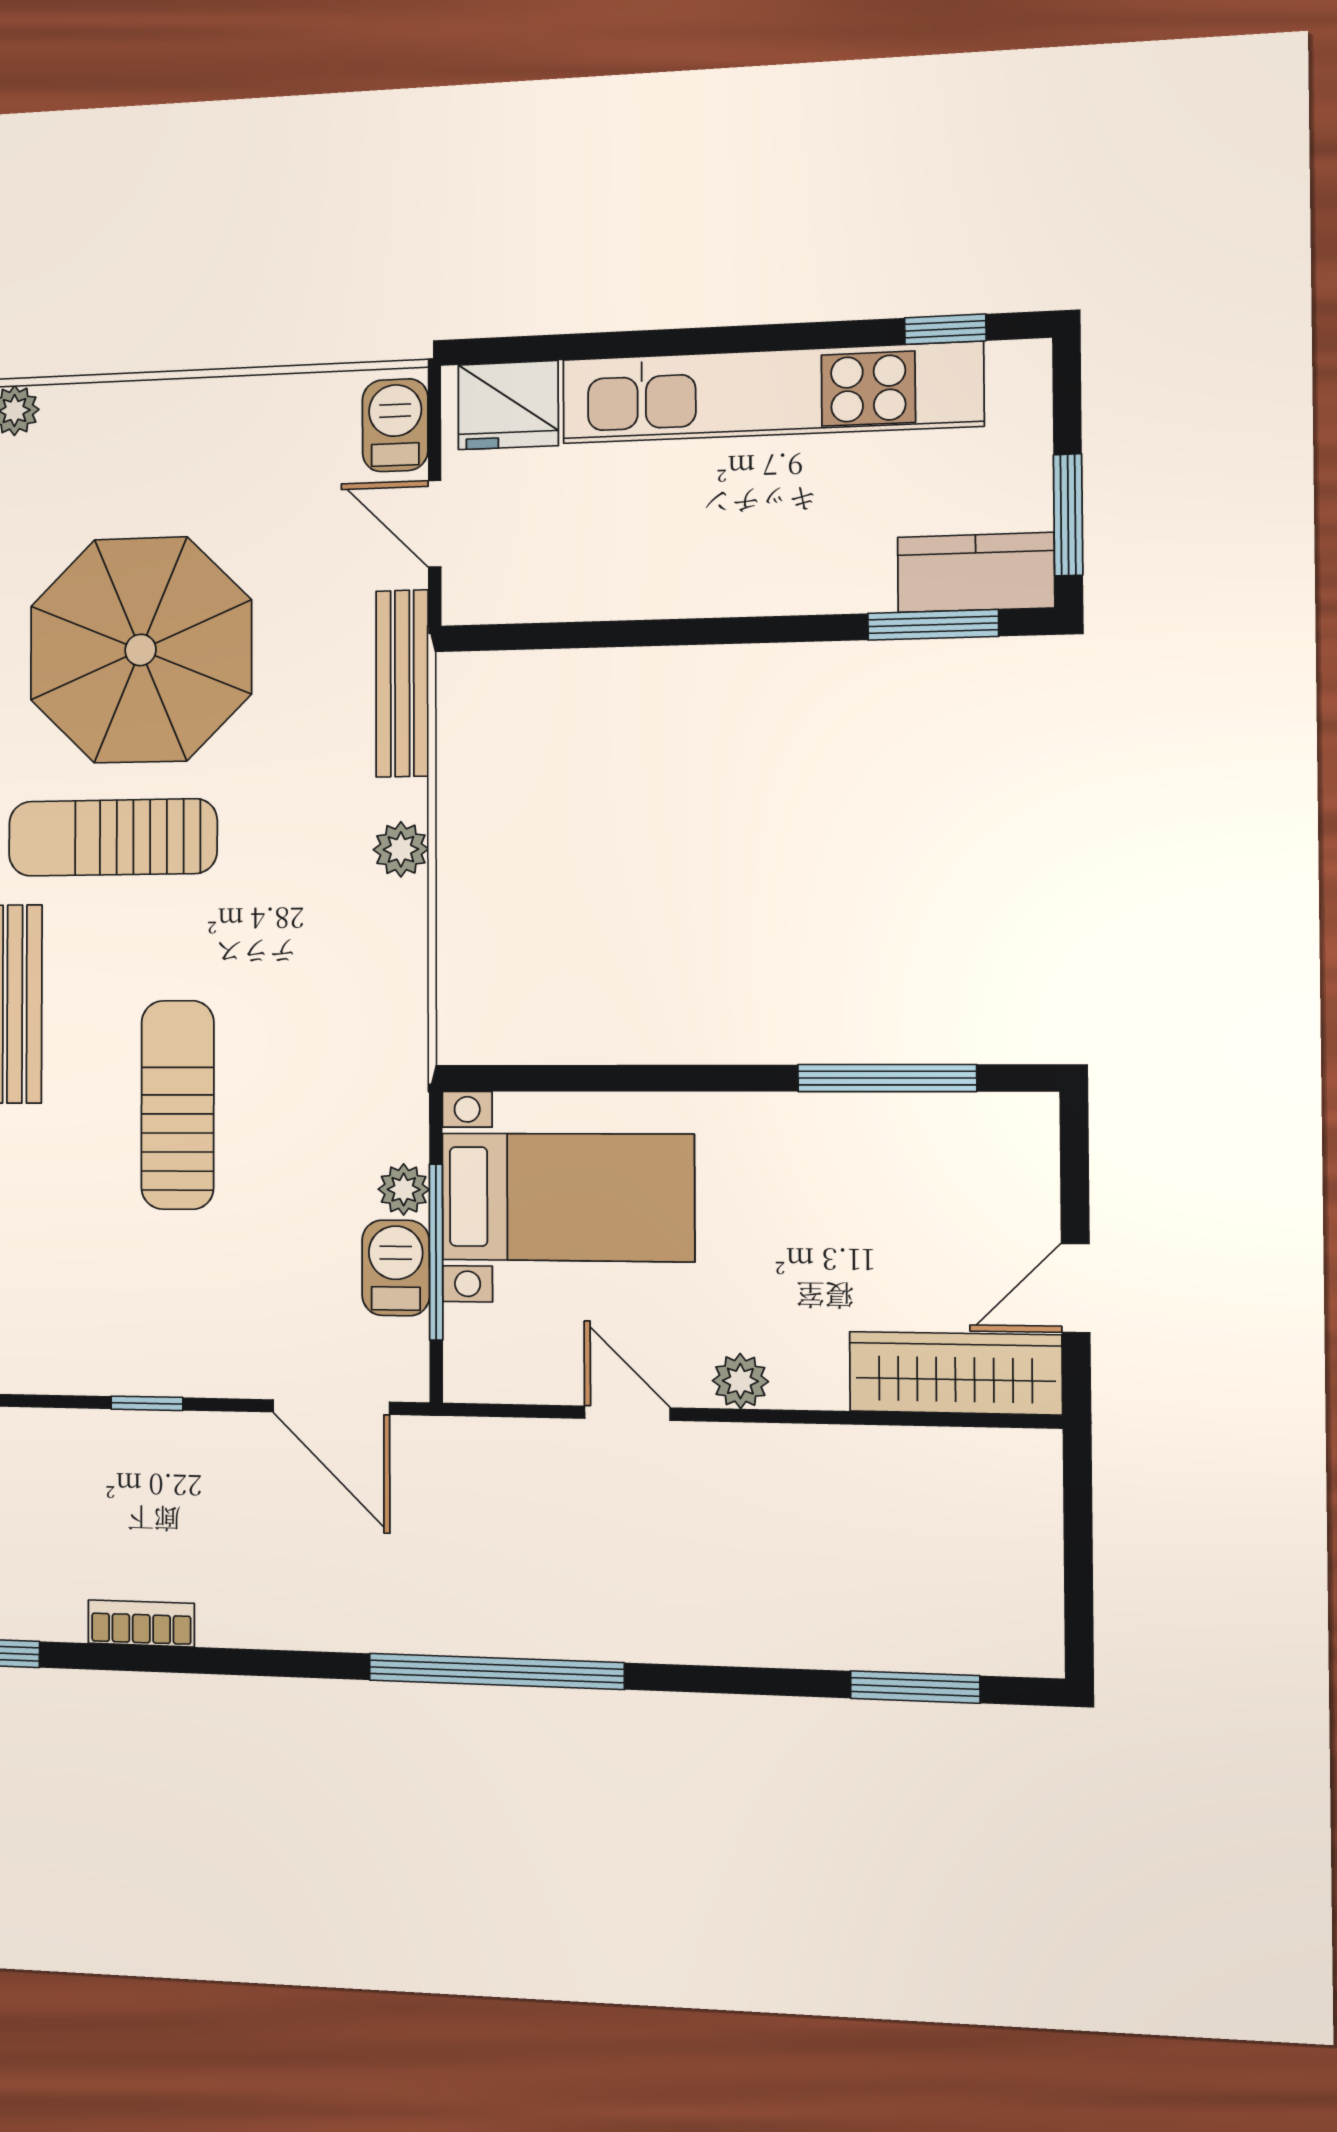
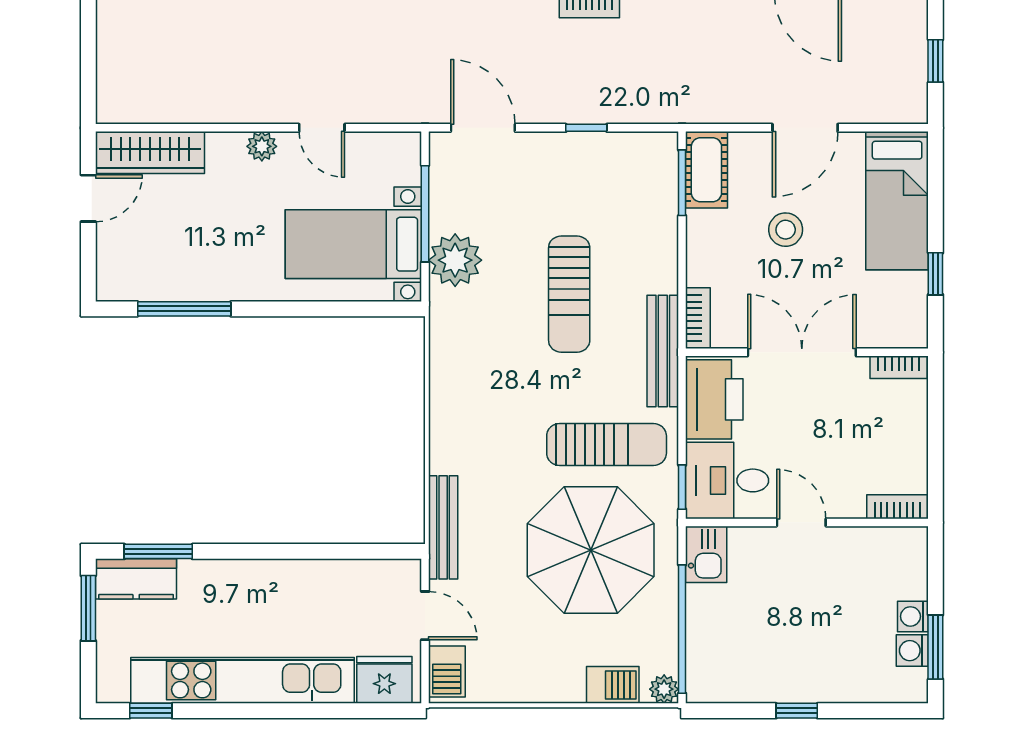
plant: (401, 849) -> (444, 435), removed
plant: (404, 1189) -> (455, 260), width x1.88, depth x1.88
barbecue: (396, 1268) -> (613, 685), moved, turned -90

